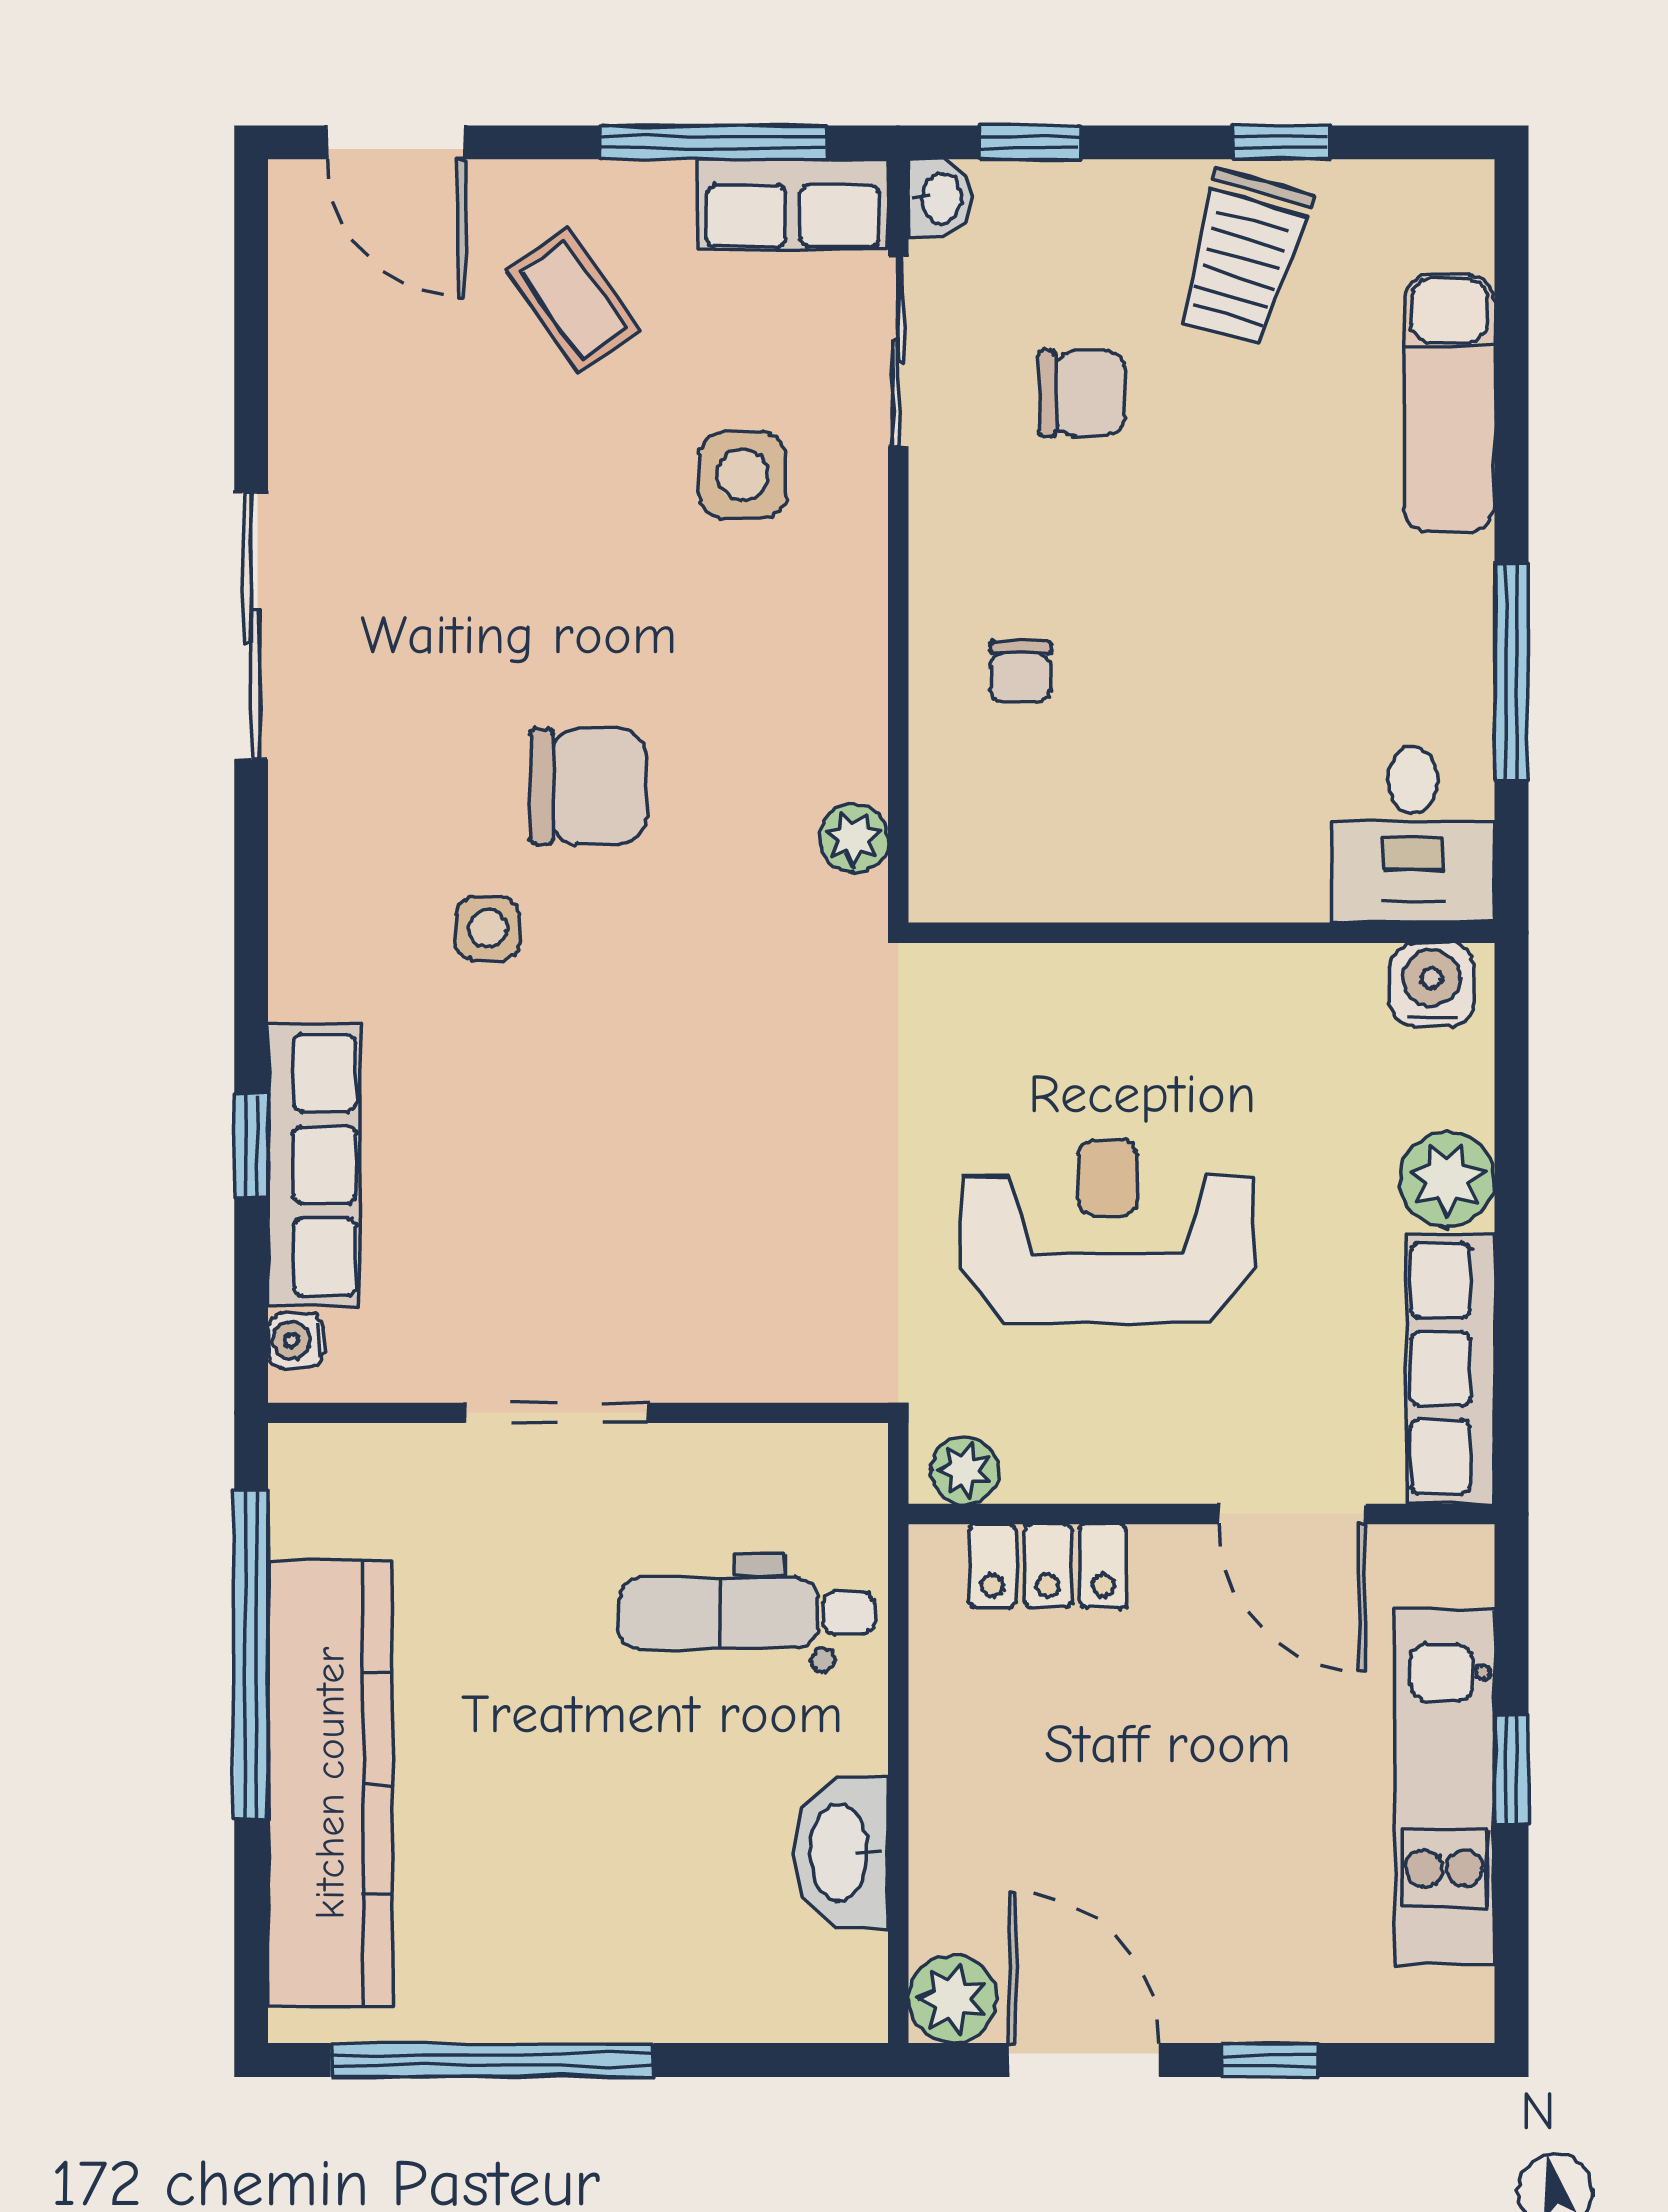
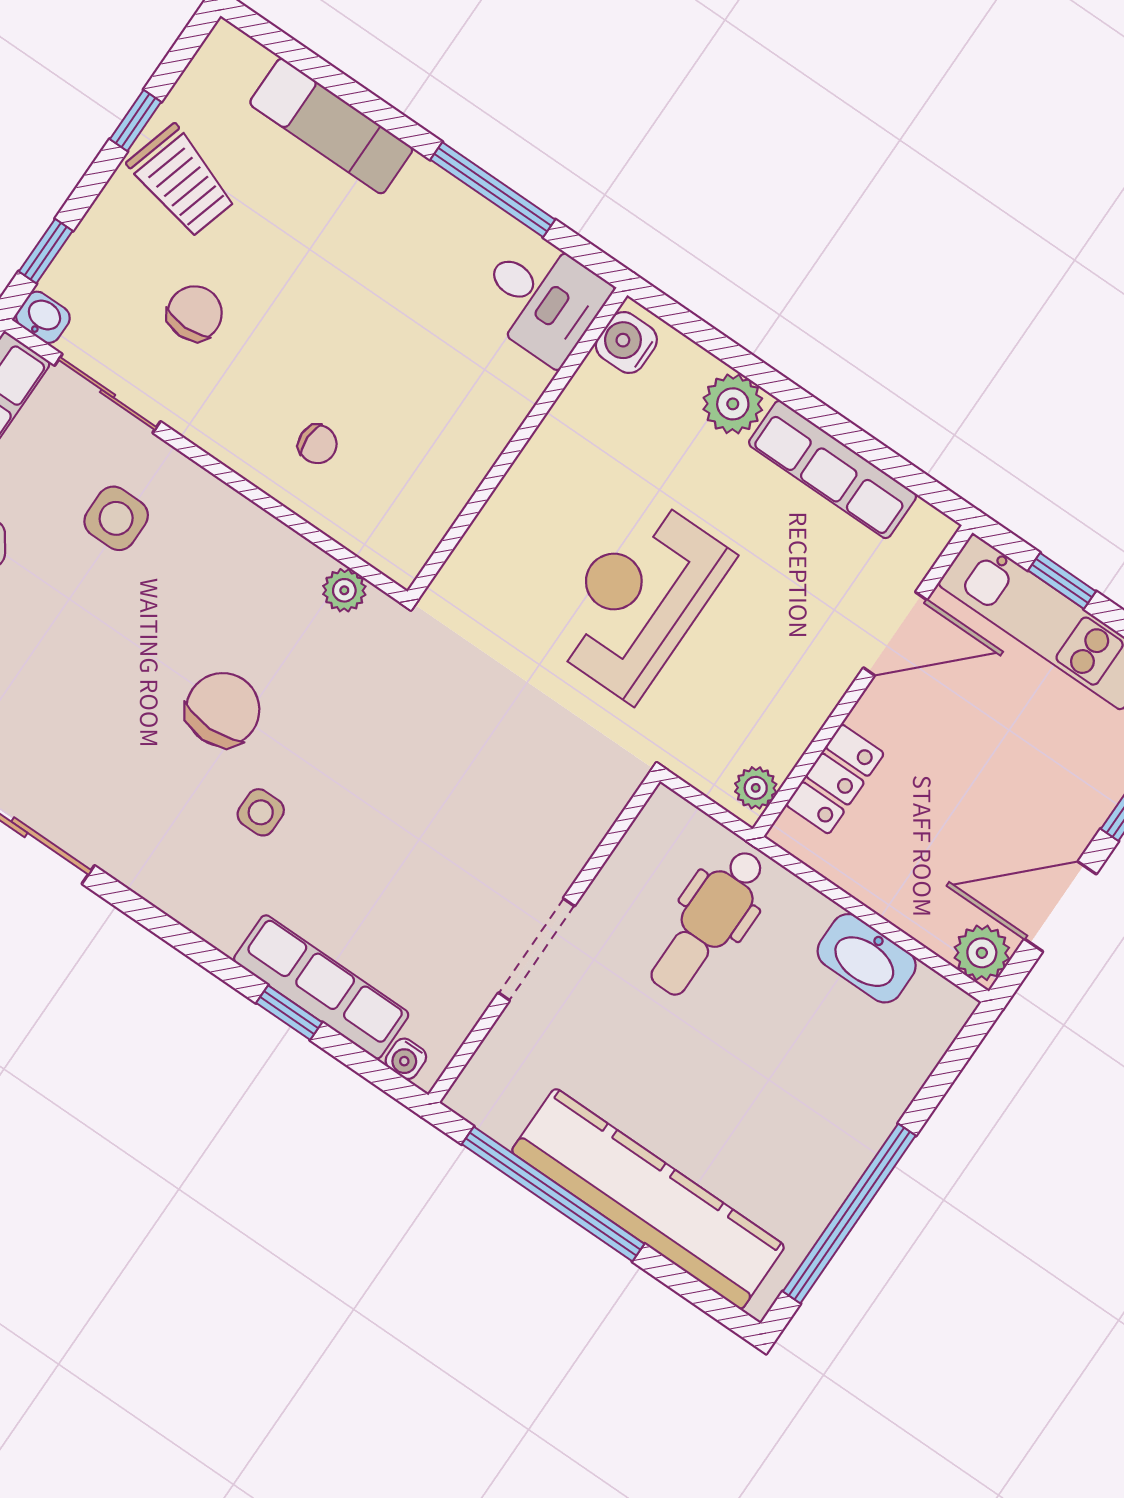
plant: (965, 1470) -> (756, 788), moved
wall: (1201, 1514) -> (863, 681), moved
door: (1292, 1514) -> (895, 634), moved
locker: (1048, 1566) -> (835, 779), moved

